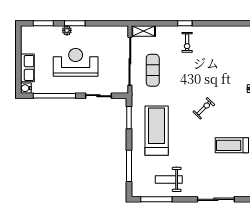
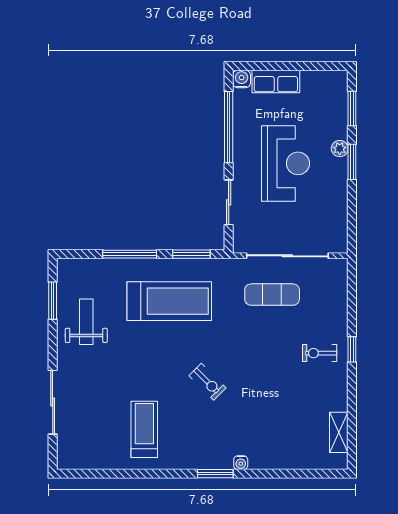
shelving: (144, 31) -> (339, 432), moved
window: (129, 166) -> (130, 254), moved
window: (156, 199) -> (53, 301), width x0.69

